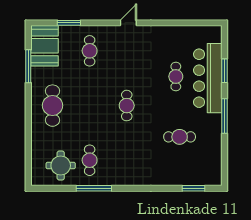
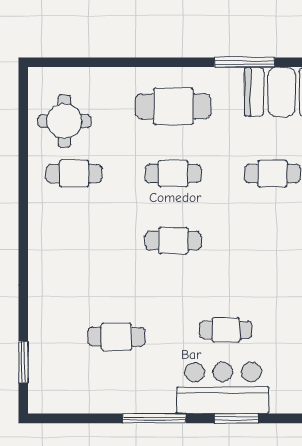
bar counter: (208, 78) -> (223, 388), width x0.73
cafe table: (90, 106) -> (173, 174), added
cafe table: (180, 137) -> (116, 337), turned 90
window: (94, 188) -> (23, 181), removed

